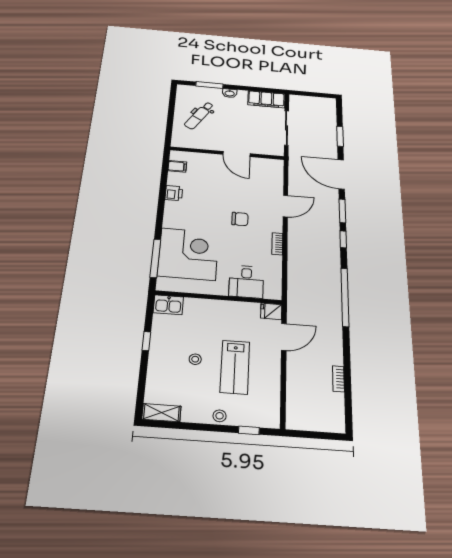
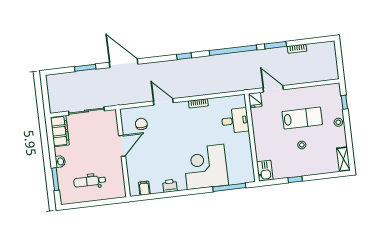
dental chair: (199, 115) -> (90, 181), turned 149
door: (341, 174) -> (124, 63), swing flipped
window: (342, 211) -> (275, 45), moved
chair: (240, 219) -> (141, 124), moved
corner desk: (188, 254) -> (206, 167), moved

